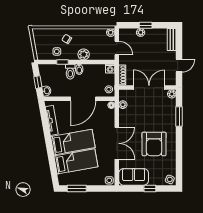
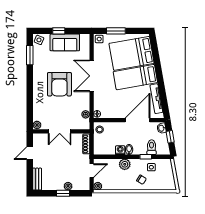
door: (117, 48) -> (92, 171), swing flipped
washing machine: (110, 69) -> (120, 150), moved
toilet: (70, 72) -> (152, 147), moved
double door: (149, 88) -> (60, 131), width x0.73
door: (83, 99) -> (138, 120), moved
window: (179, 116) -> (30, 55), moved
armchair: (154, 144) -> (59, 84), moved, turned 180
bed: (76, 161) -> (132, 53), width x1.50
sofa: (134, 177) -> (65, 42), moved
window: (77, 189) -> (116, 31), moved

